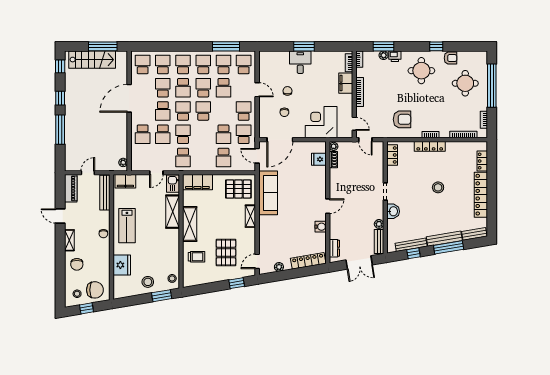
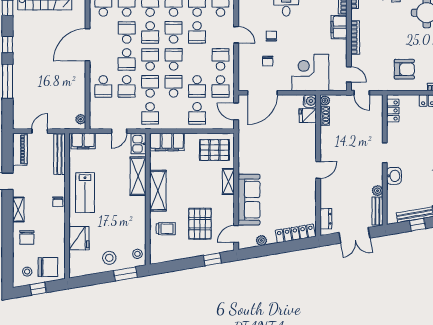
school desk: (203, 134) -> (174, 86), added
school desk: (244, 134) -> (220, 86), turned 180
sofa: (268, 193) -> (249, 200), moved
water cooler: (321, 227) -> (310, 101), moved

